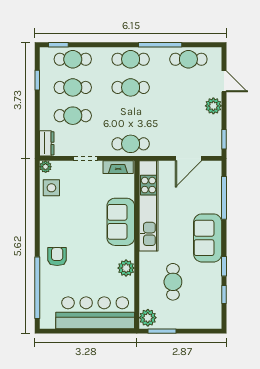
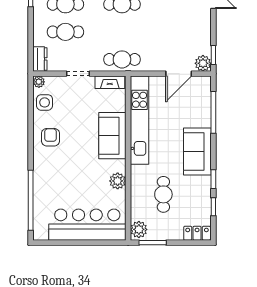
plant: (213, 106) -> (203, 63), moved
armchair: (57, 257) -> (50, 137), moved
locker: (207, 322) -> (197, 233), added

